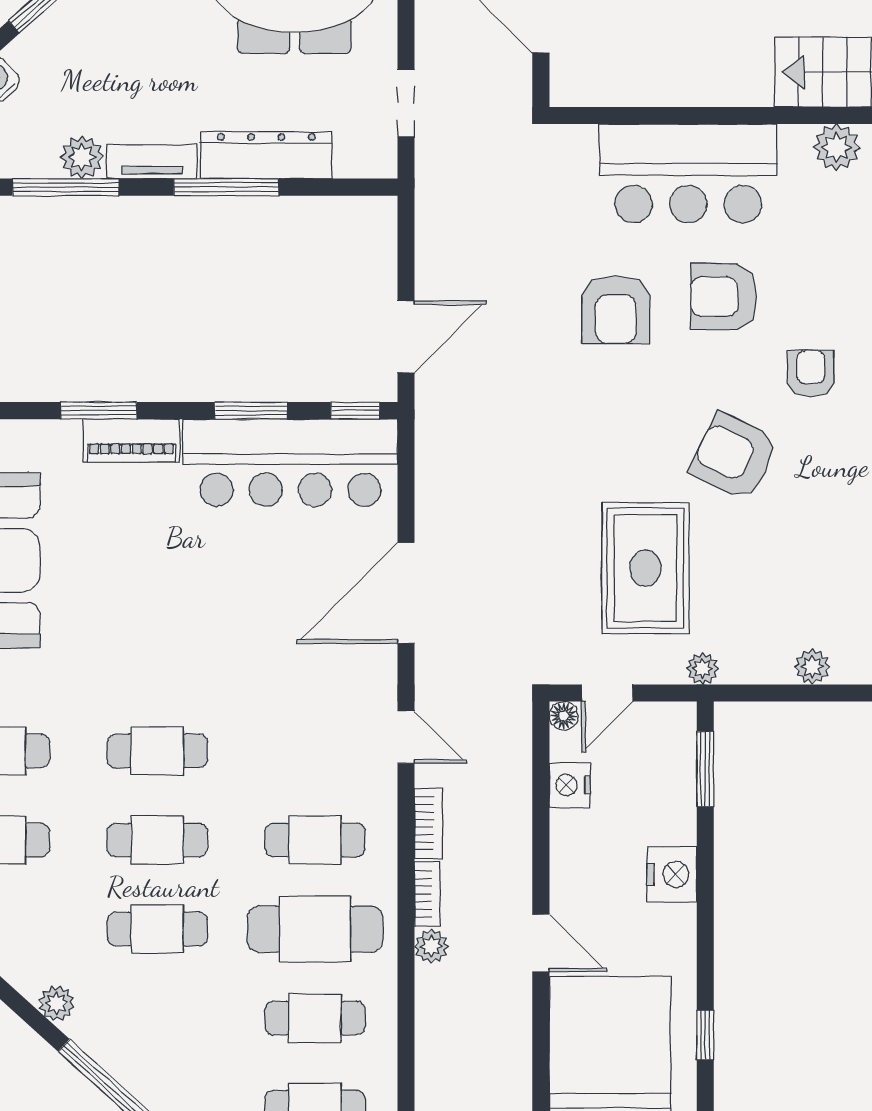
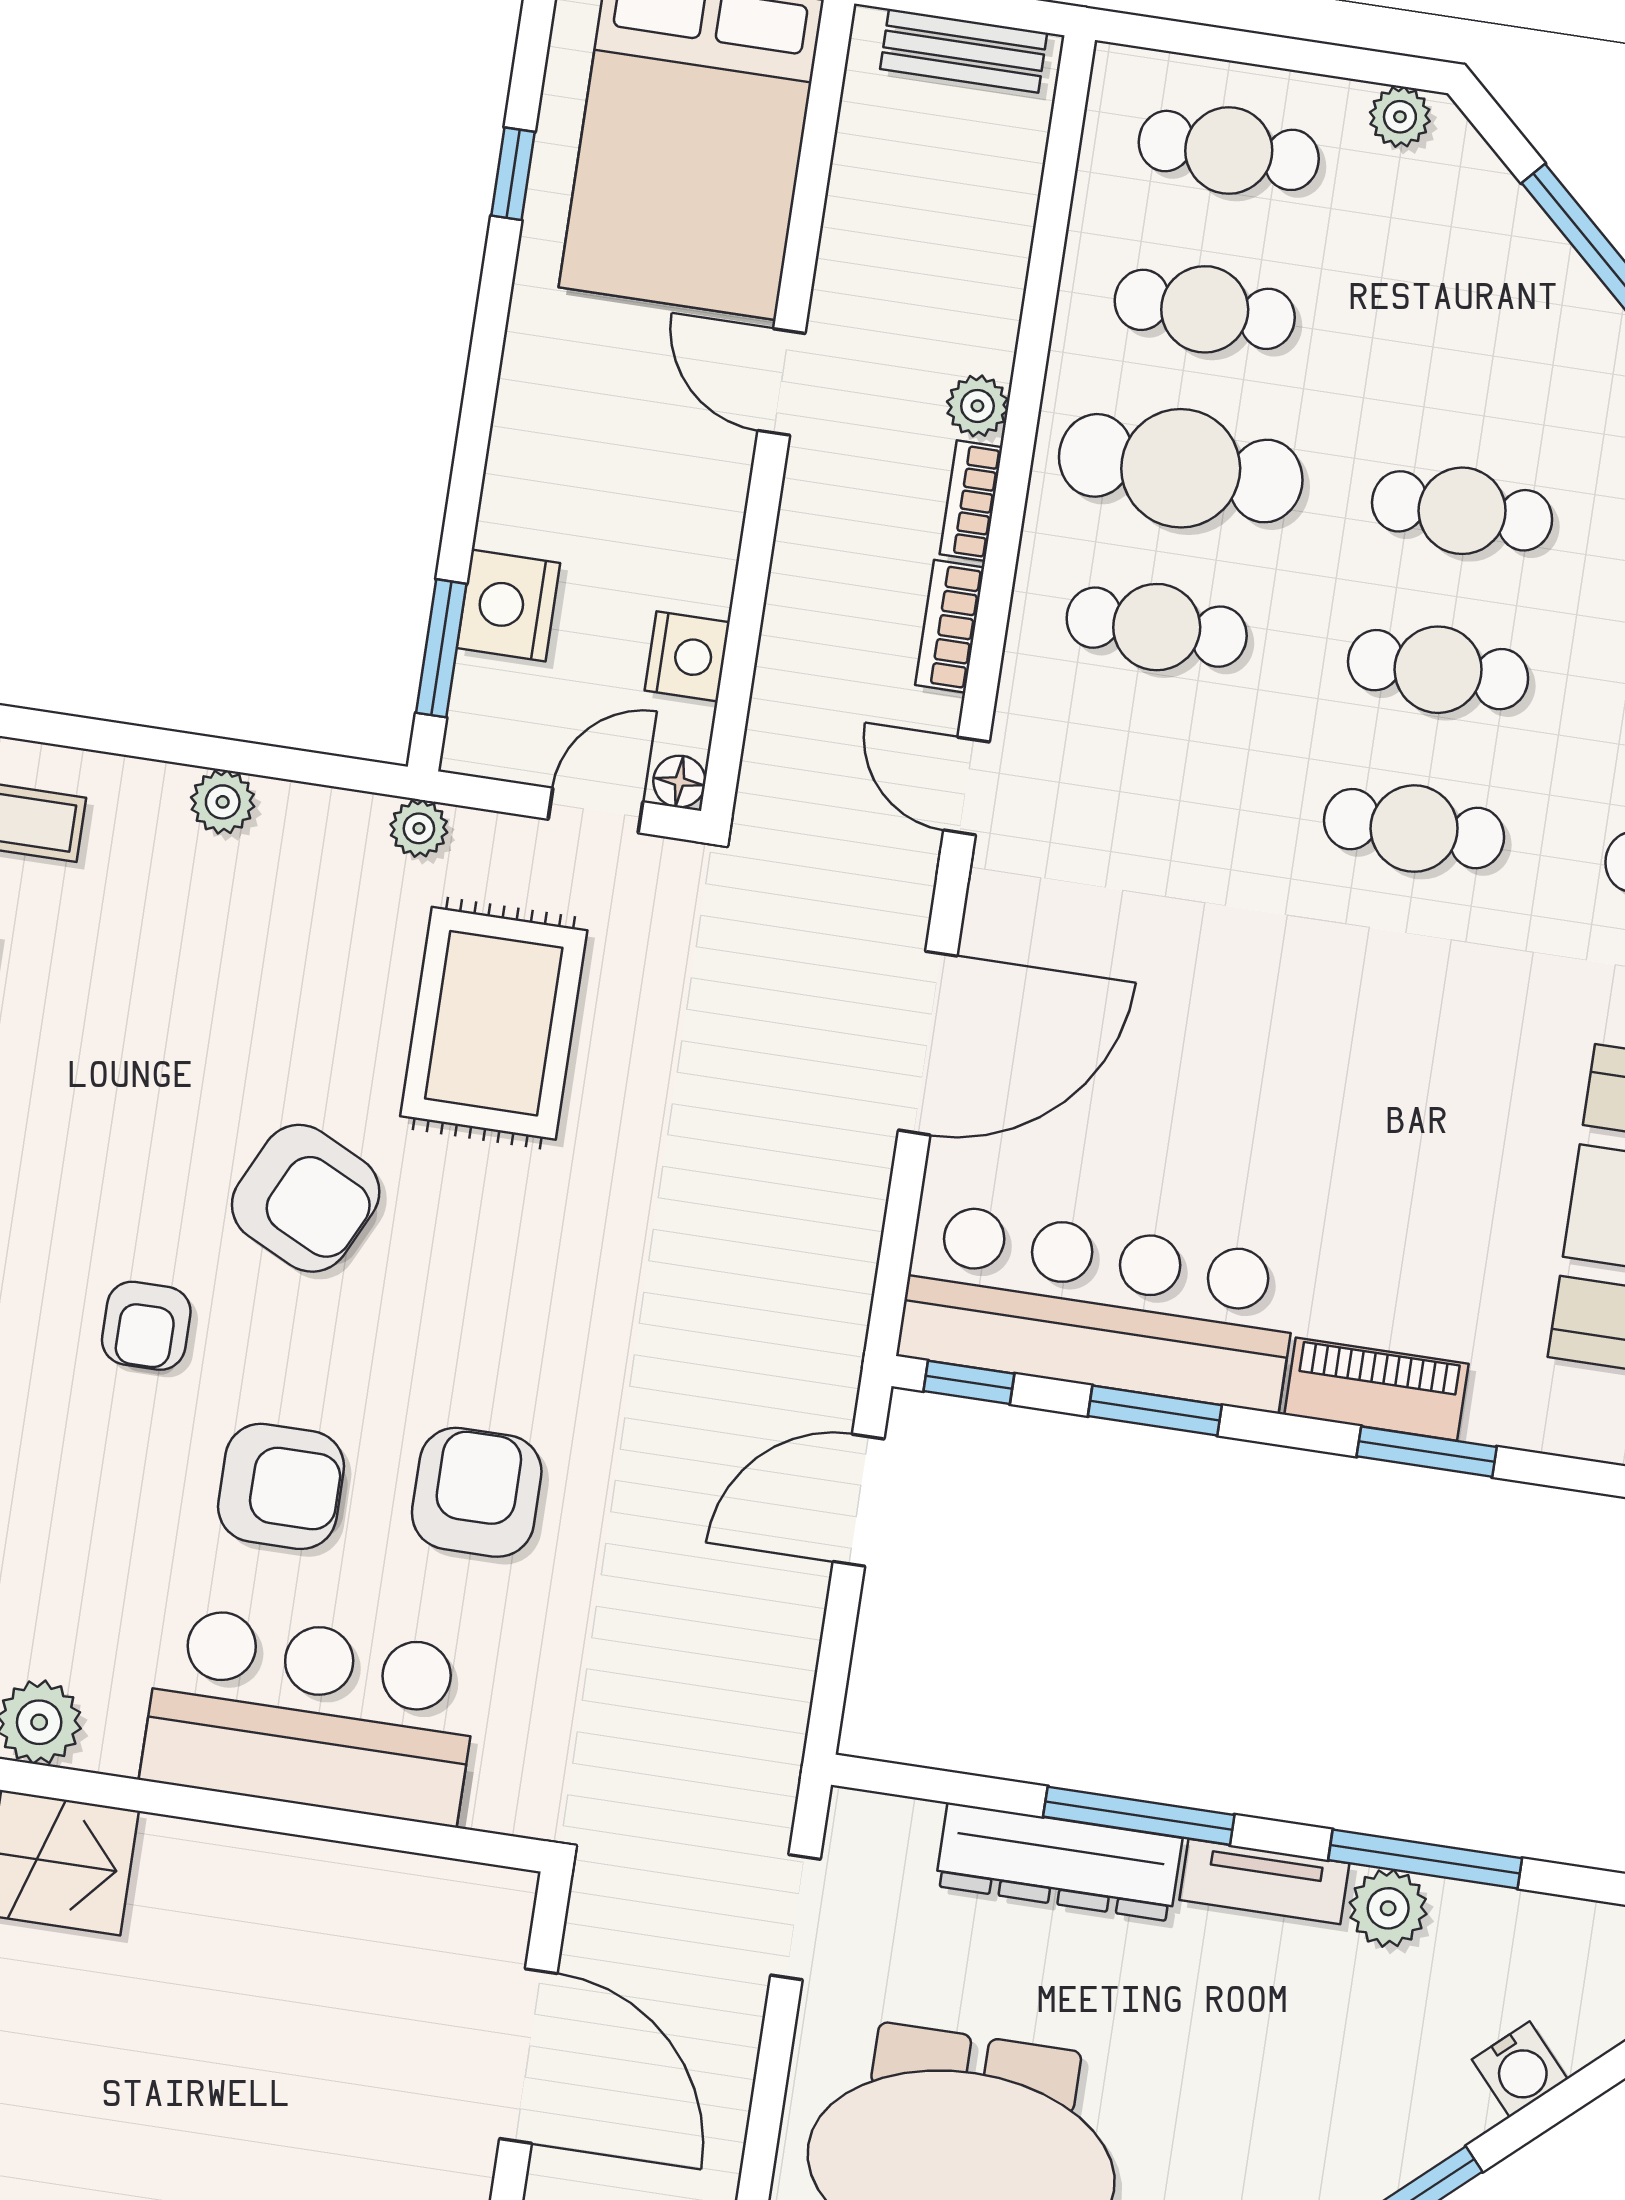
nightstand: (672, 874) -> (508, 605), moved

